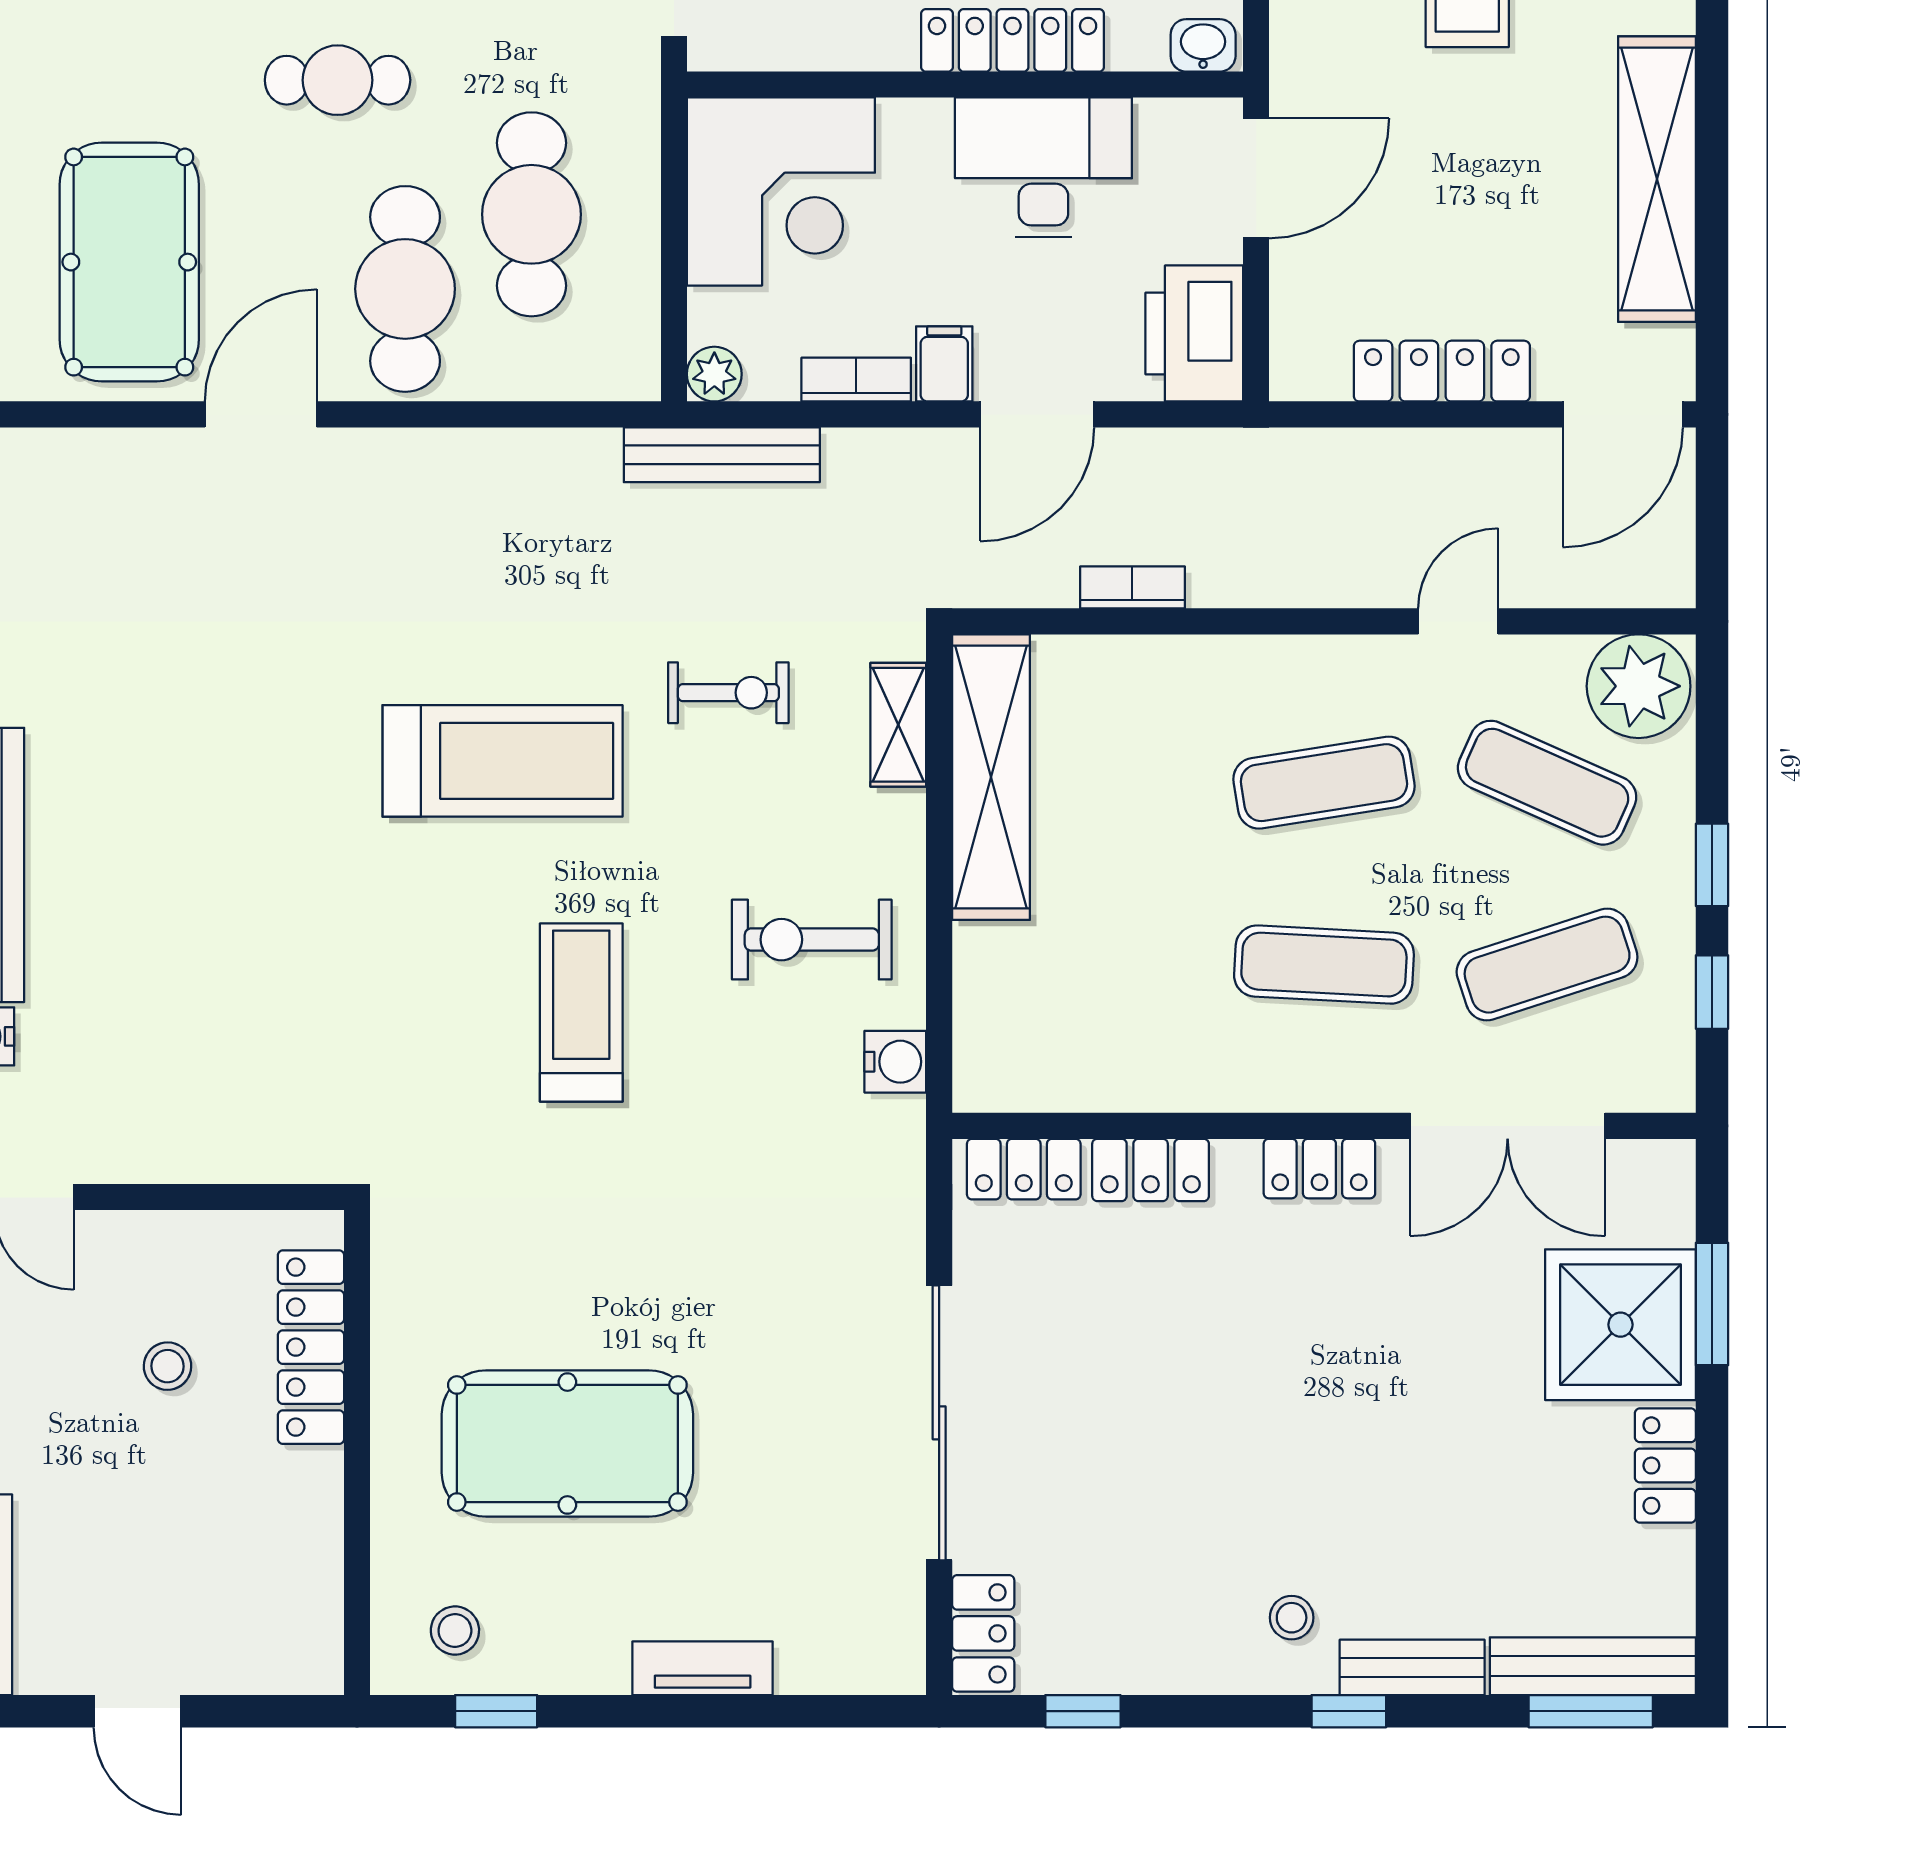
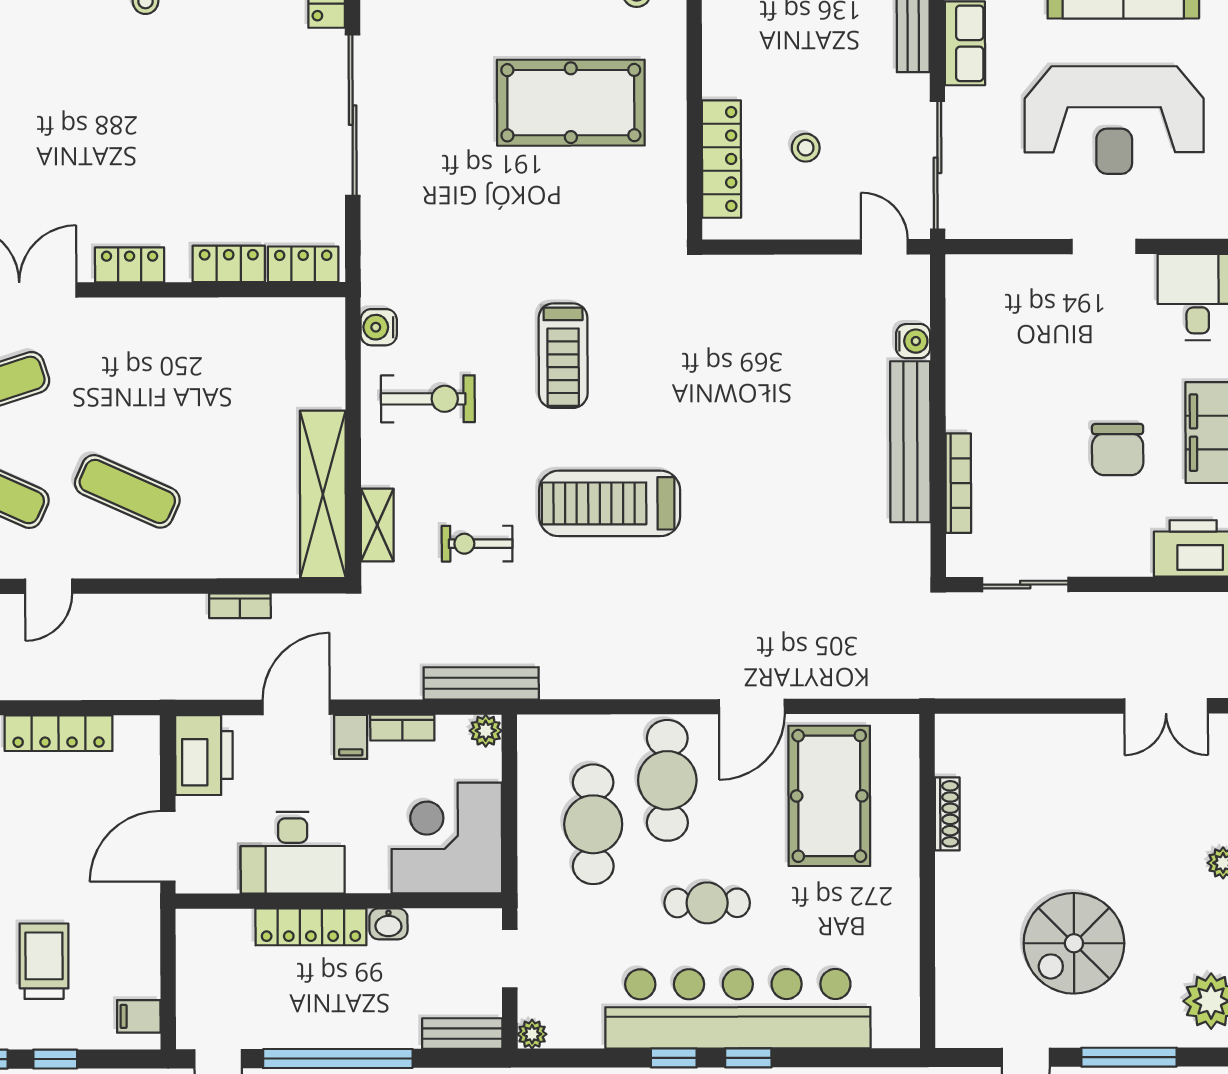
washbasin: (1203, 45) -> (388, 924), moved
exercise mat: (1324, 783) -> (127, 491), turned 33
exercise mat: (1324, 965) -> (127, 385), removed

